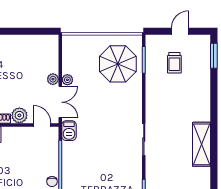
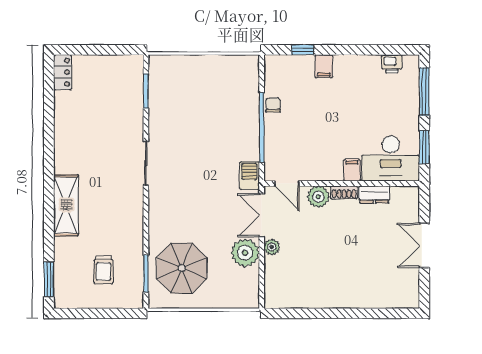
door: (180, 31) -> (96, 313), removed
trolley: (174, 63) -> (103, 270), turned 180
plant: (67, 80) -> (245, 253), width x1.87, depth x1.87
shelving: (201, 144) -> (66, 205), moved

